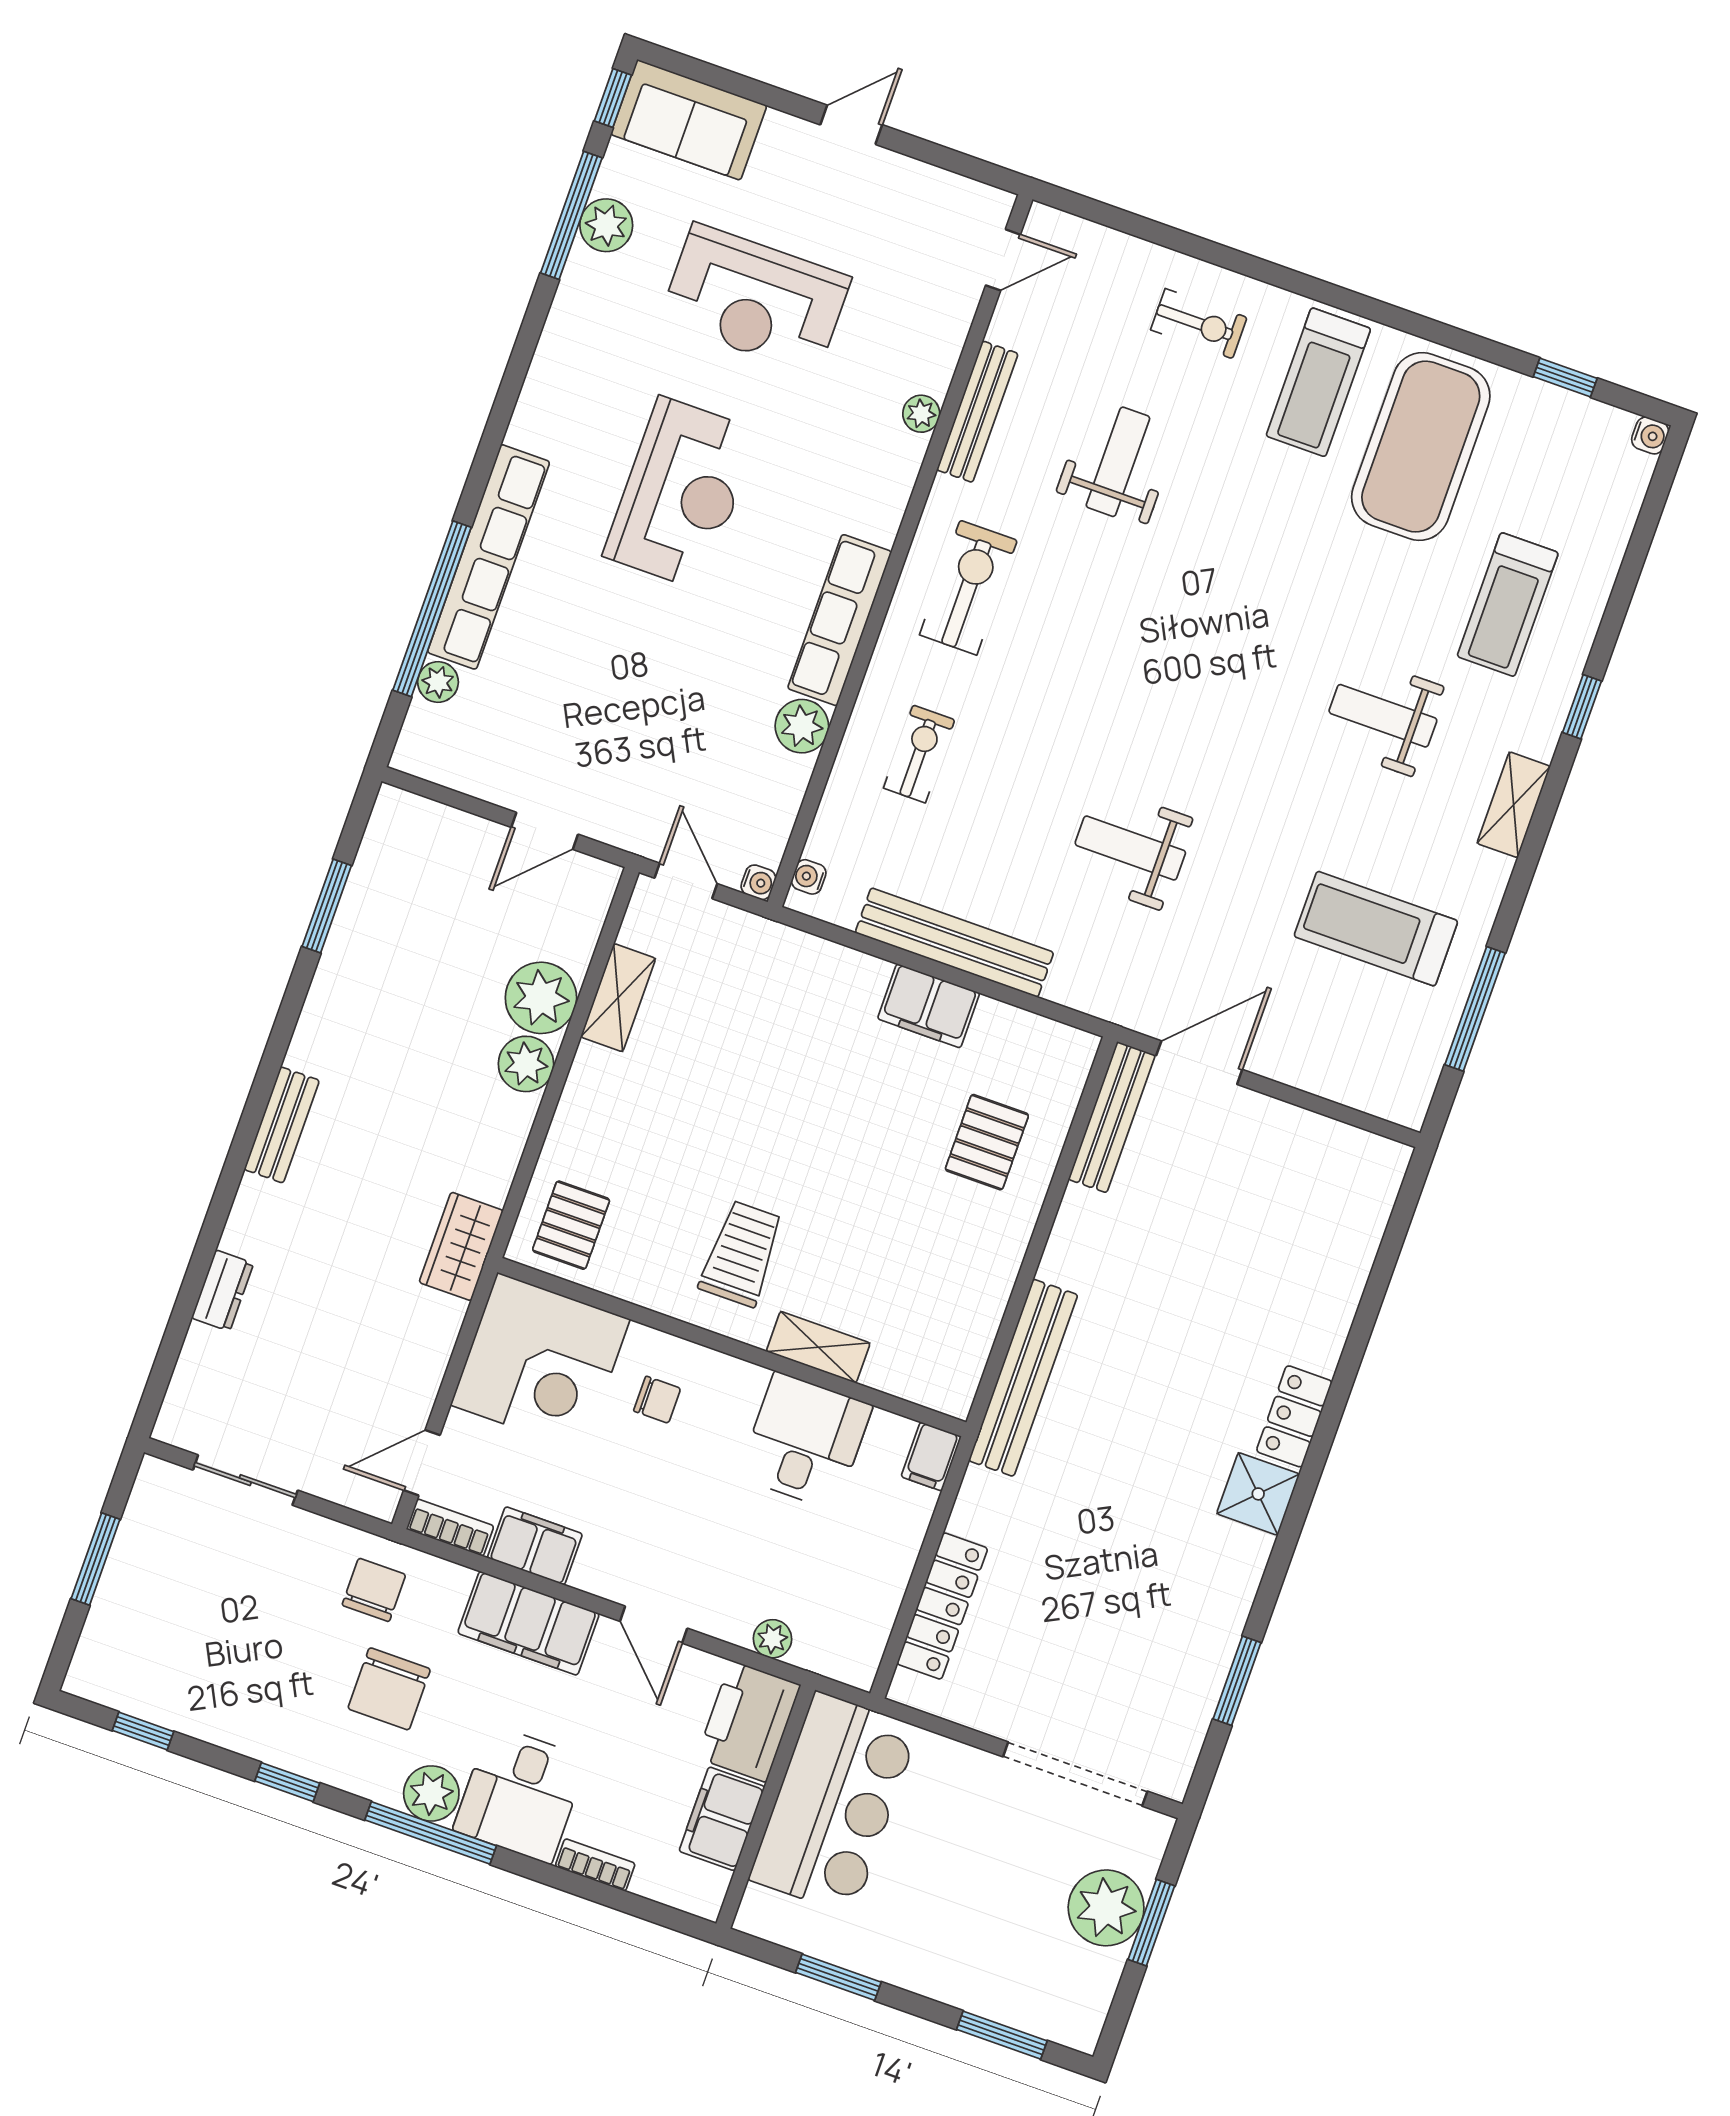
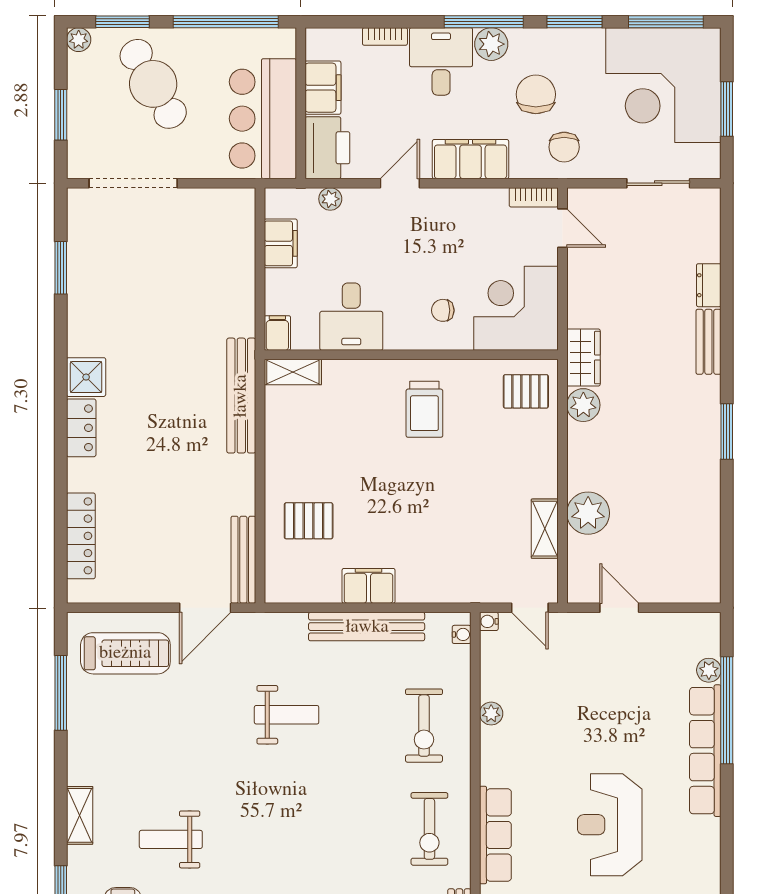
row of seats: (840, 620) -> (495, 835), moved
weight bench: (1383, 716) -> (171, 839), turned 180
plant: (802, 726) -> (491, 714), width x0.73, depth x0.73
exercise bike: (919, 754) -> (424, 726), width x1.38, depth x1.39
door: (545, 831) -> (619, 608), hinge flipped
window: (327, 906) -> (727, 431), moved
treadmill: (1376, 929) -> (125, 653), moved
plant: (526, 1064) -> (583, 405), moved
bench: (282, 1125) -> (708, 342), moved
pallet: (987, 1142) -> (309, 521), turned 90
pallet: (571, 1225) -> (526, 391), turned 90
shelving: (818, 1347) -> (293, 372), moved
door: (422, 1463) -> (562, 228), hinge flipped
filing cabinet: (535, 1546) -> (281, 243), moved, turned -90
locker: (942, 1606) -> (81, 536), moved, turned 180
door: (654, 1625) -> (400, 183), hinge flipped
corner desk: (182, 1632) -> (663, 85), added
window: (143, 1731) -> (666, 22), width x2.17
window: (287, 1782) -> (575, 22), width x1.50
plant: (1106, 1908) -> (79, 40), moved, width x0.53, depth x0.53
cafe table: (988, 1920) -> (153, 84), added
window: (838, 1977) -> (226, 22), width x2.11

